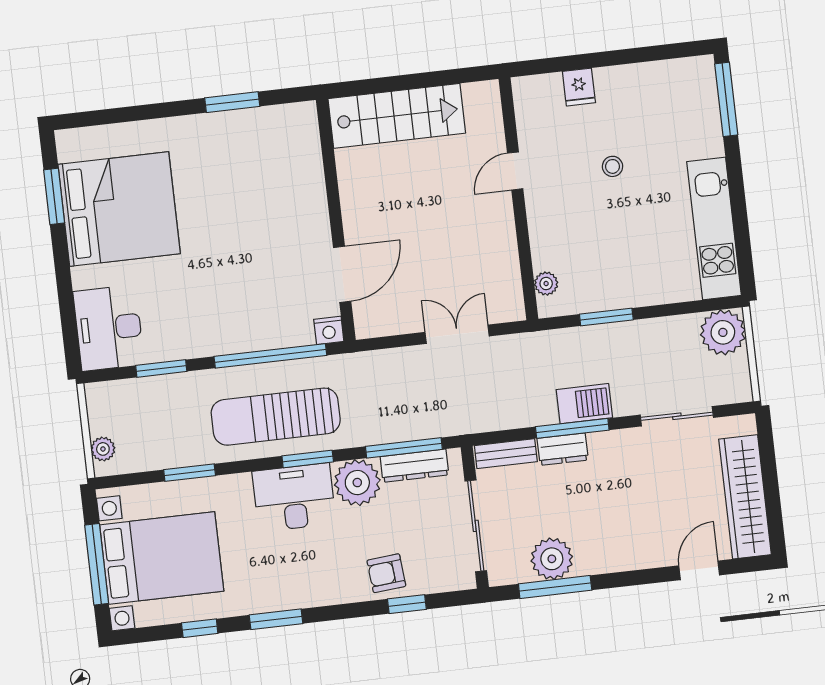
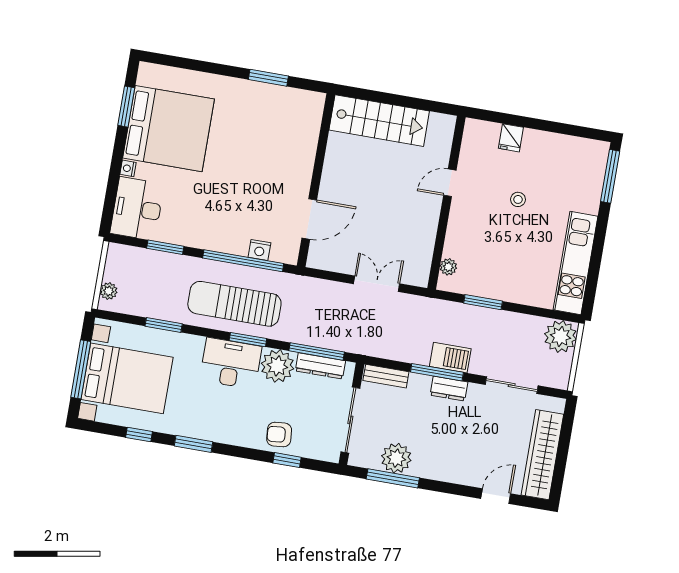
nightstand: (81, 278) -> (128, 168), added
nightstand: (329, 330) -> (259, 250), moved
dresser: (563, 449) -> (449, 389), moved

